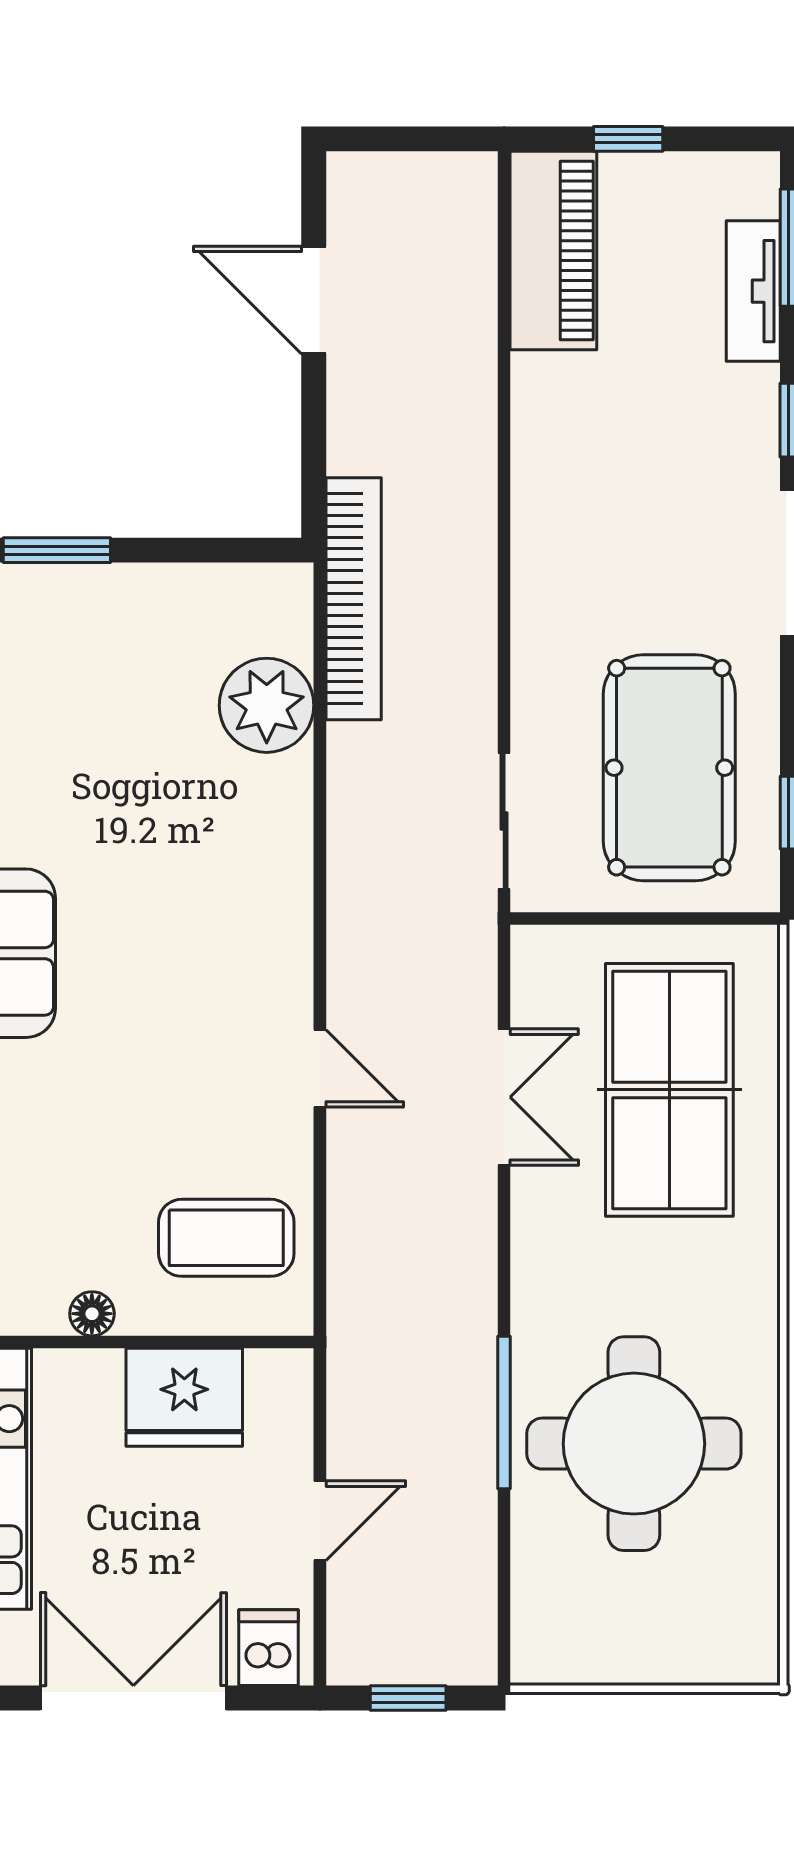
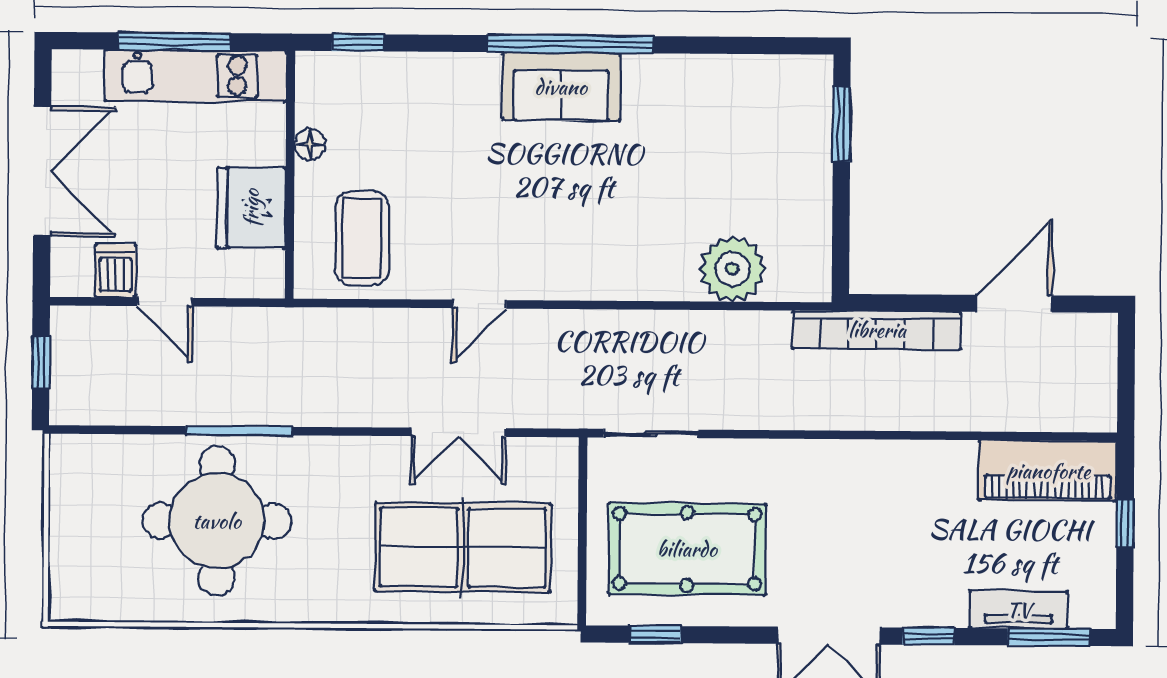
bookcase: (354, 599) -> (877, 330), moved
dishwasher: (268, 1648) -> (115, 271), moved, turned -90

